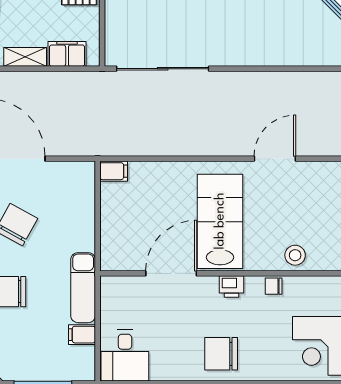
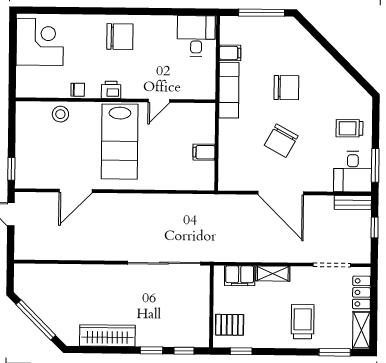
filing cabinet: (114, 171) -> (204, 152), moved
door: (171, 273) -> (159, 101), width x0.53

